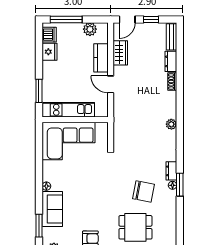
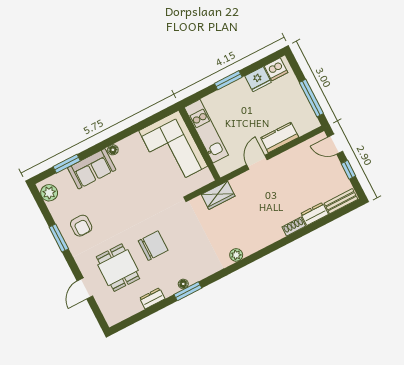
window: (66, 19) -> (311, 98), moved
plant: (90, 29) -> (304, 110), removed
wardrobe: (120, 53) -> (218, 195), moved
window: (39, 91) -> (228, 80), moved
plant: (171, 124) -> (236, 255), moved
dresser: (171, 171) -> (152, 298), moved
chair: (144, 192) -> (153, 246), moved, turned -101

